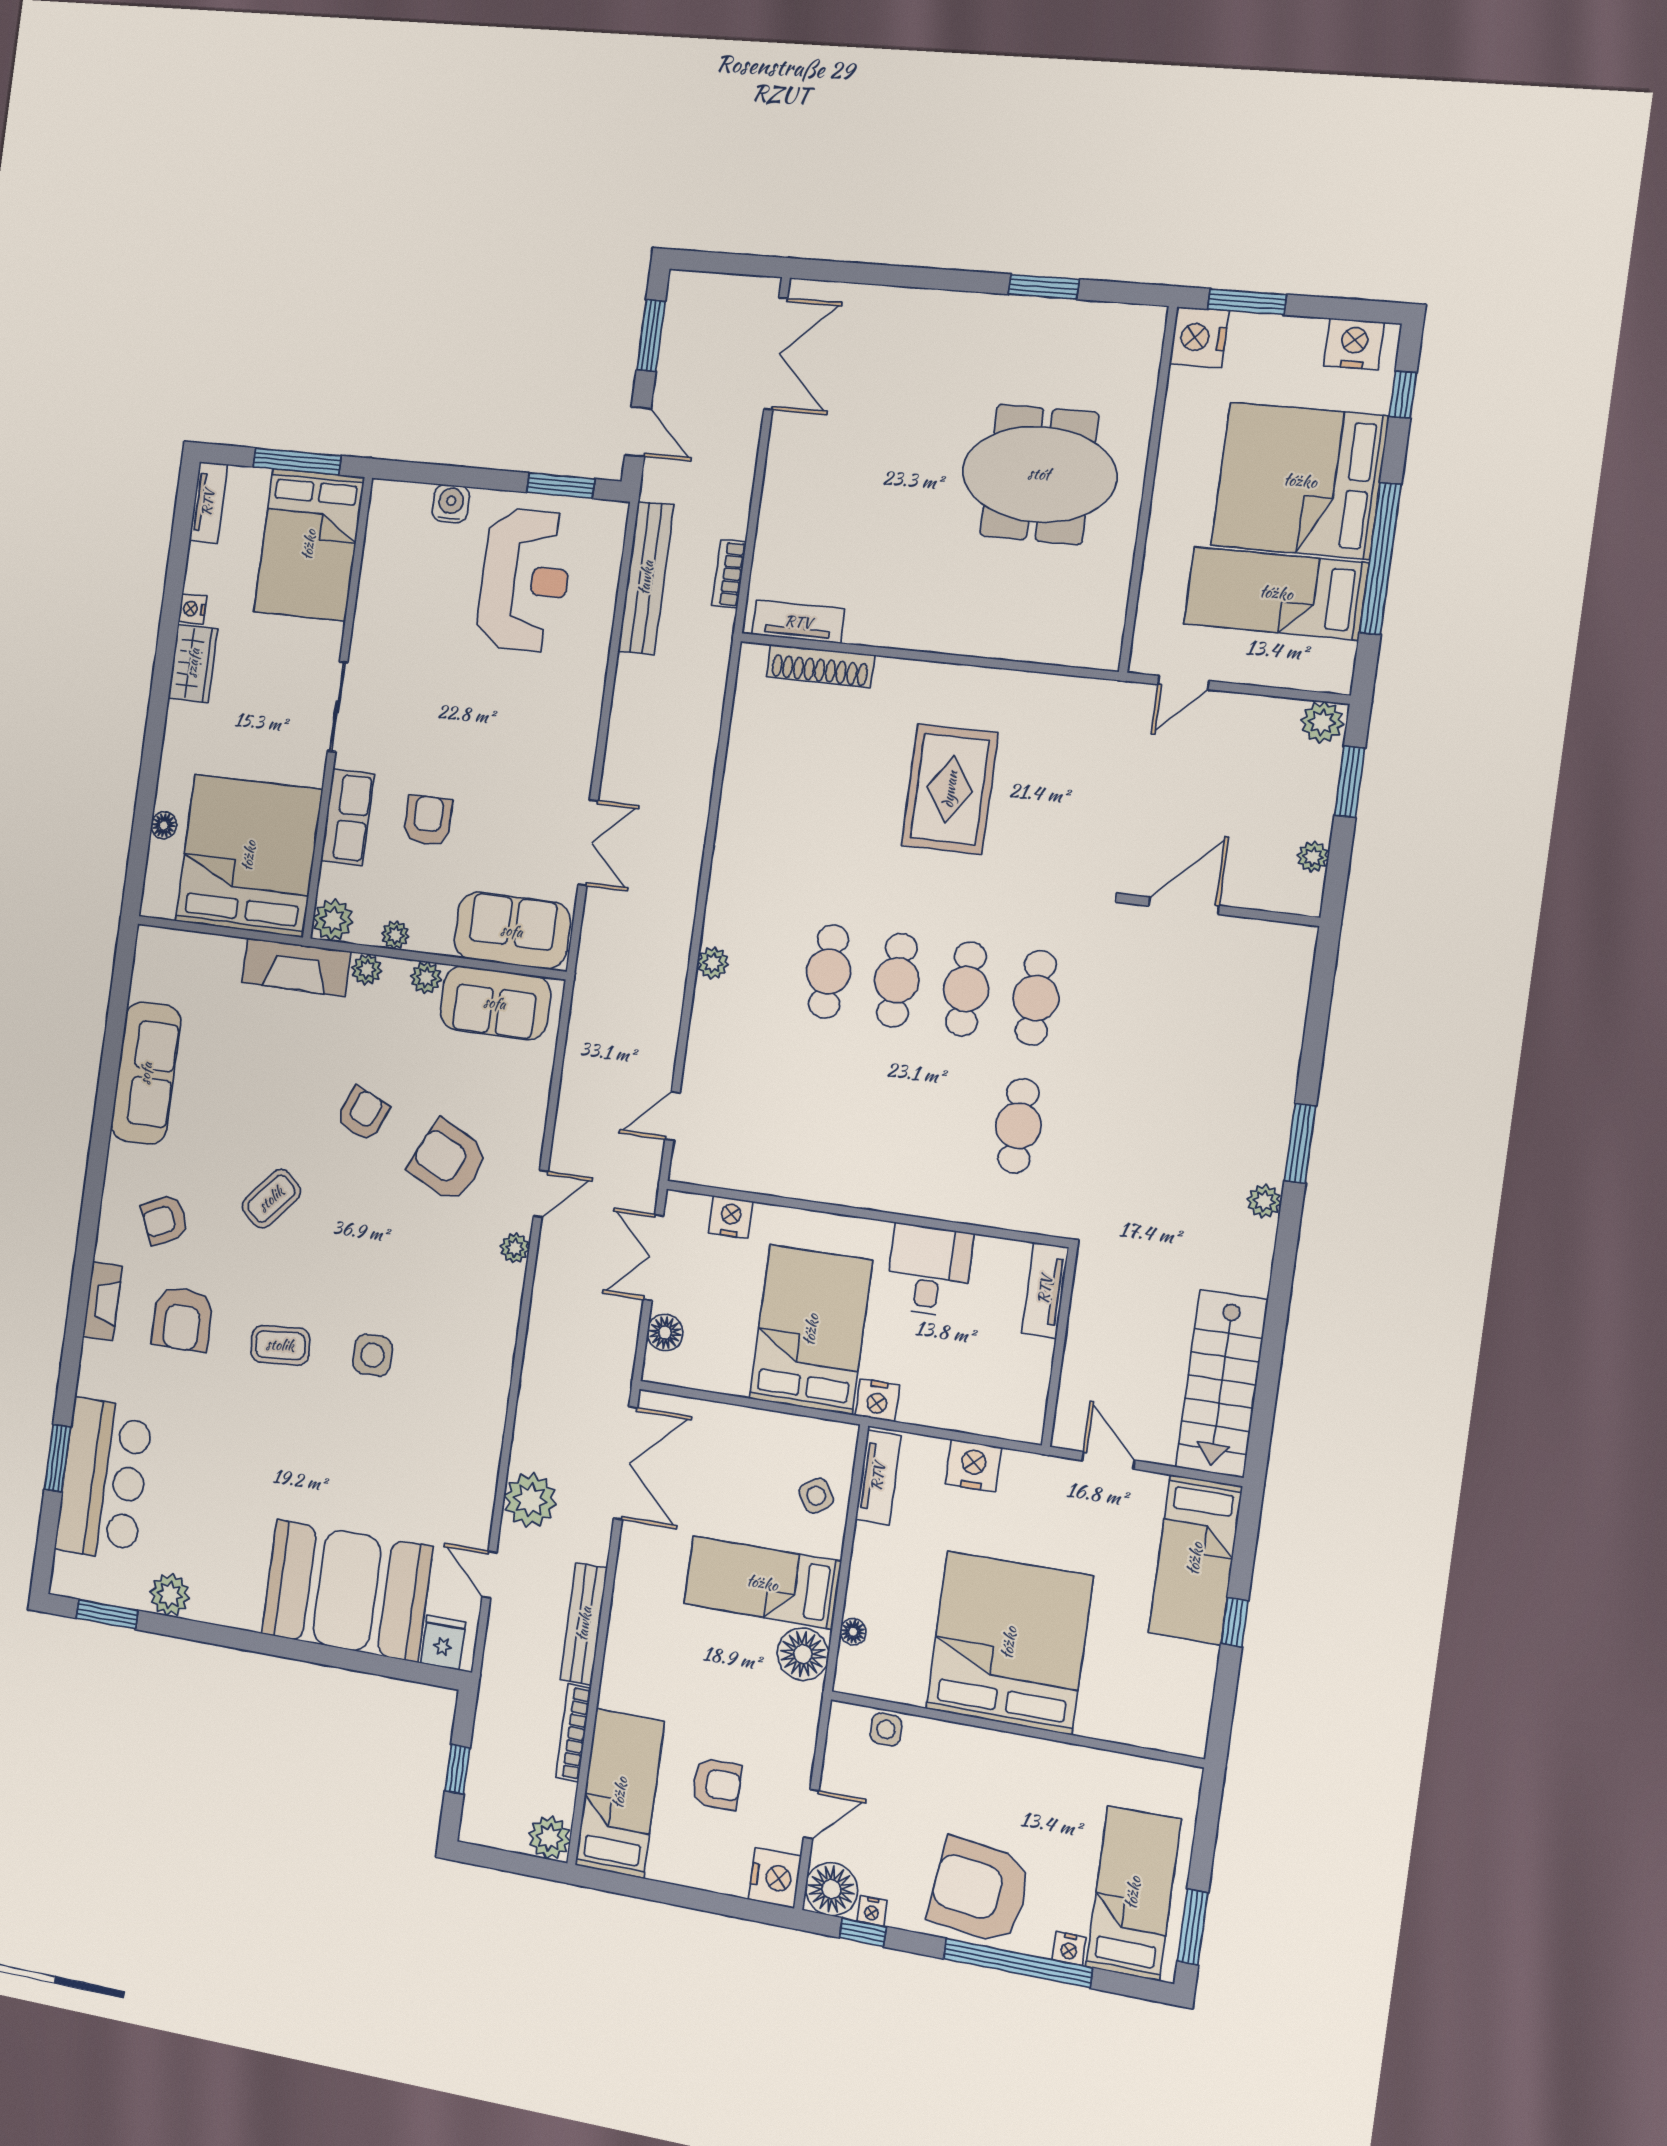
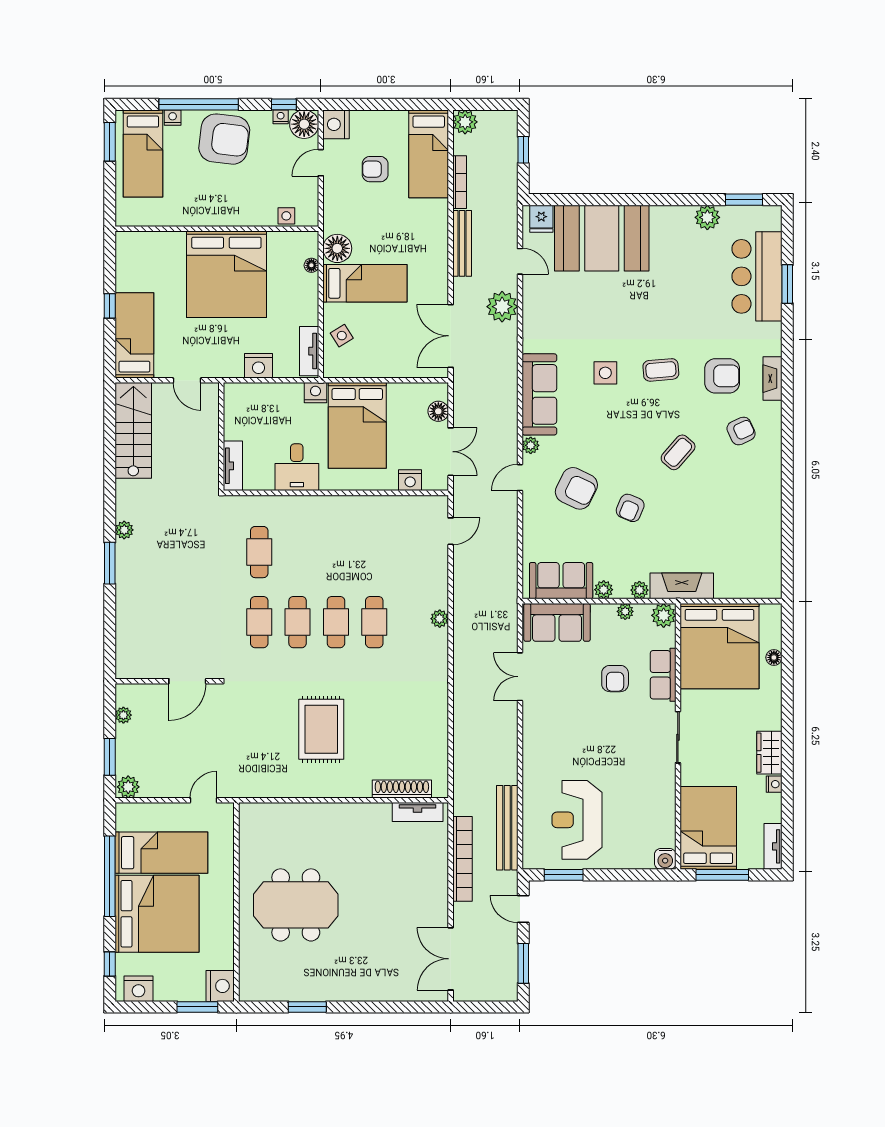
water cooler: (451, 504) -> (665, 859), moved
bookcase: (729, 574) -> (462, 859), width x2.31, depth x1.31
sofa: (146, 1073) -> (539, 394), moved, turned 180
armchair: (182, 1319) -> (722, 376), turned 90

